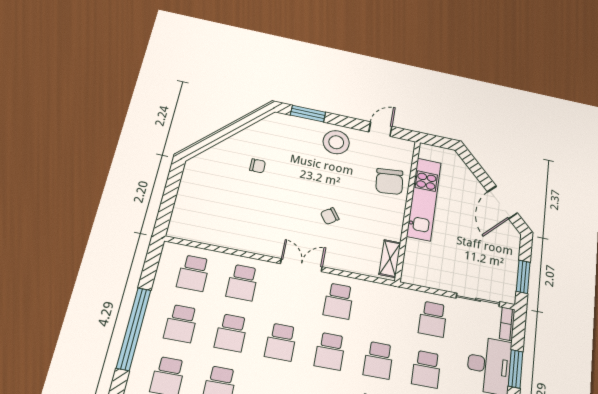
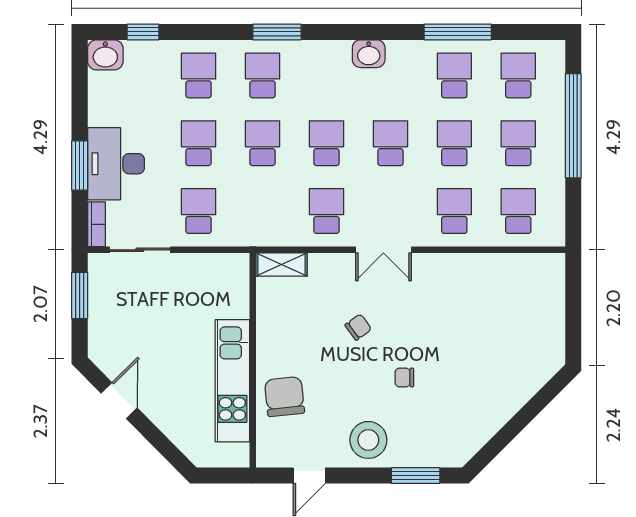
chair: (258, 166) -> (404, 378), moved
door: (502, 202) -> (119, 401), width x0.73
shelving: (390, 259) -> (282, 264), moved, turned 90

